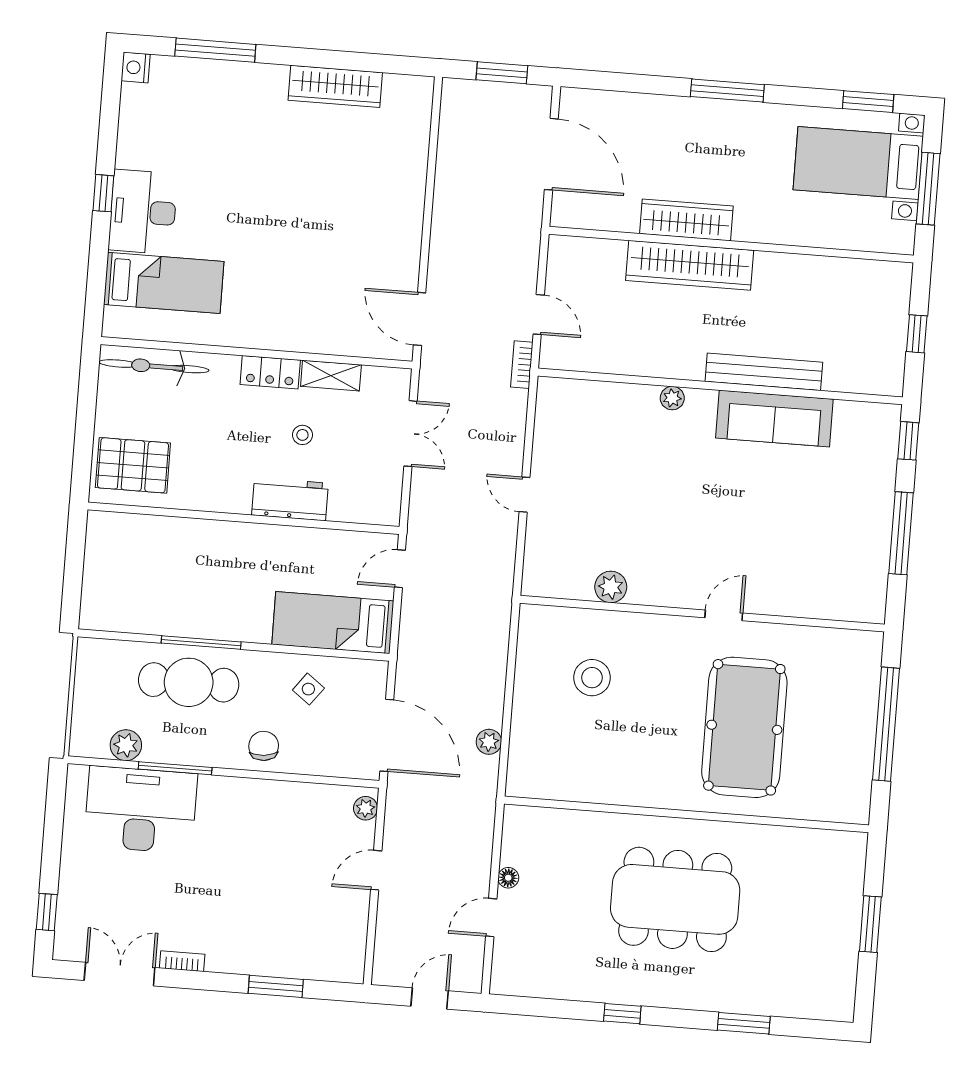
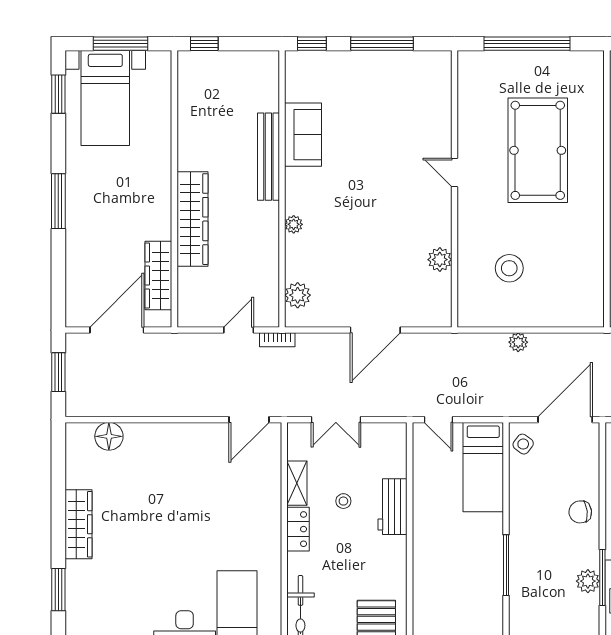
window: (215, 50) -> (58, 590), width x0.69
wardrobe: (335, 86) -> (79, 524), moved
floor lamp: (412, 133) -> (109, 436), added
wardrobe: (686, 220) -> (158, 275), moved
window: (917, 334) -> (204, 44), moved
plant: (578, 396) -> (298, 295), added
sofa: (774, 418) -> (303, 135), width x0.73
double door: (411, 434) -> (336, 420), swing flipped
door: (525, 495) -> (375, 330), width x1.87
cafe table: (189, 682) -> (537, 572), removed
side table: (308, 689) -> (523, 444), moved
pool table: (744, 727) -> (538, 150), turned 90
plant: (489, 742) -> (518, 342), moved
plant: (126, 745) -> (588, 581), moved

